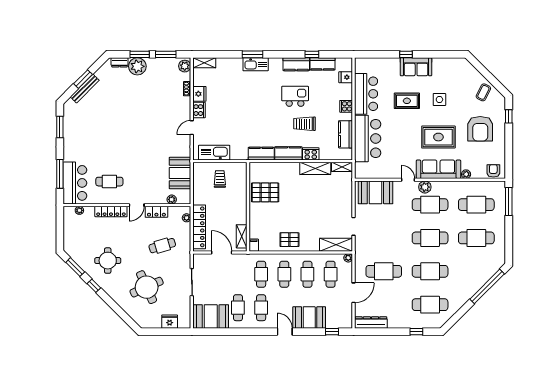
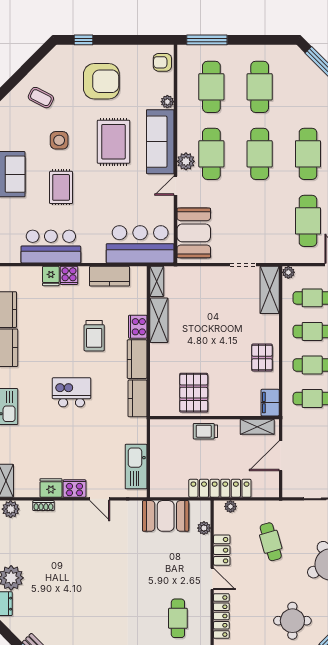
fridge: (346, 77) -> (51, 276), moved
coffee table: (483, 92) -> (41, 98), moved
kitchen island: (295, 96) -> (71, 392), moved, turned 90
bar counter: (368, 138) -> (140, 244), moved
trolley: (220, 179) -> (205, 431), moved
locker: (199, 227) -> (220, 488), moved
filing cabinet: (254, 245) -> (270, 403), width x2.00

